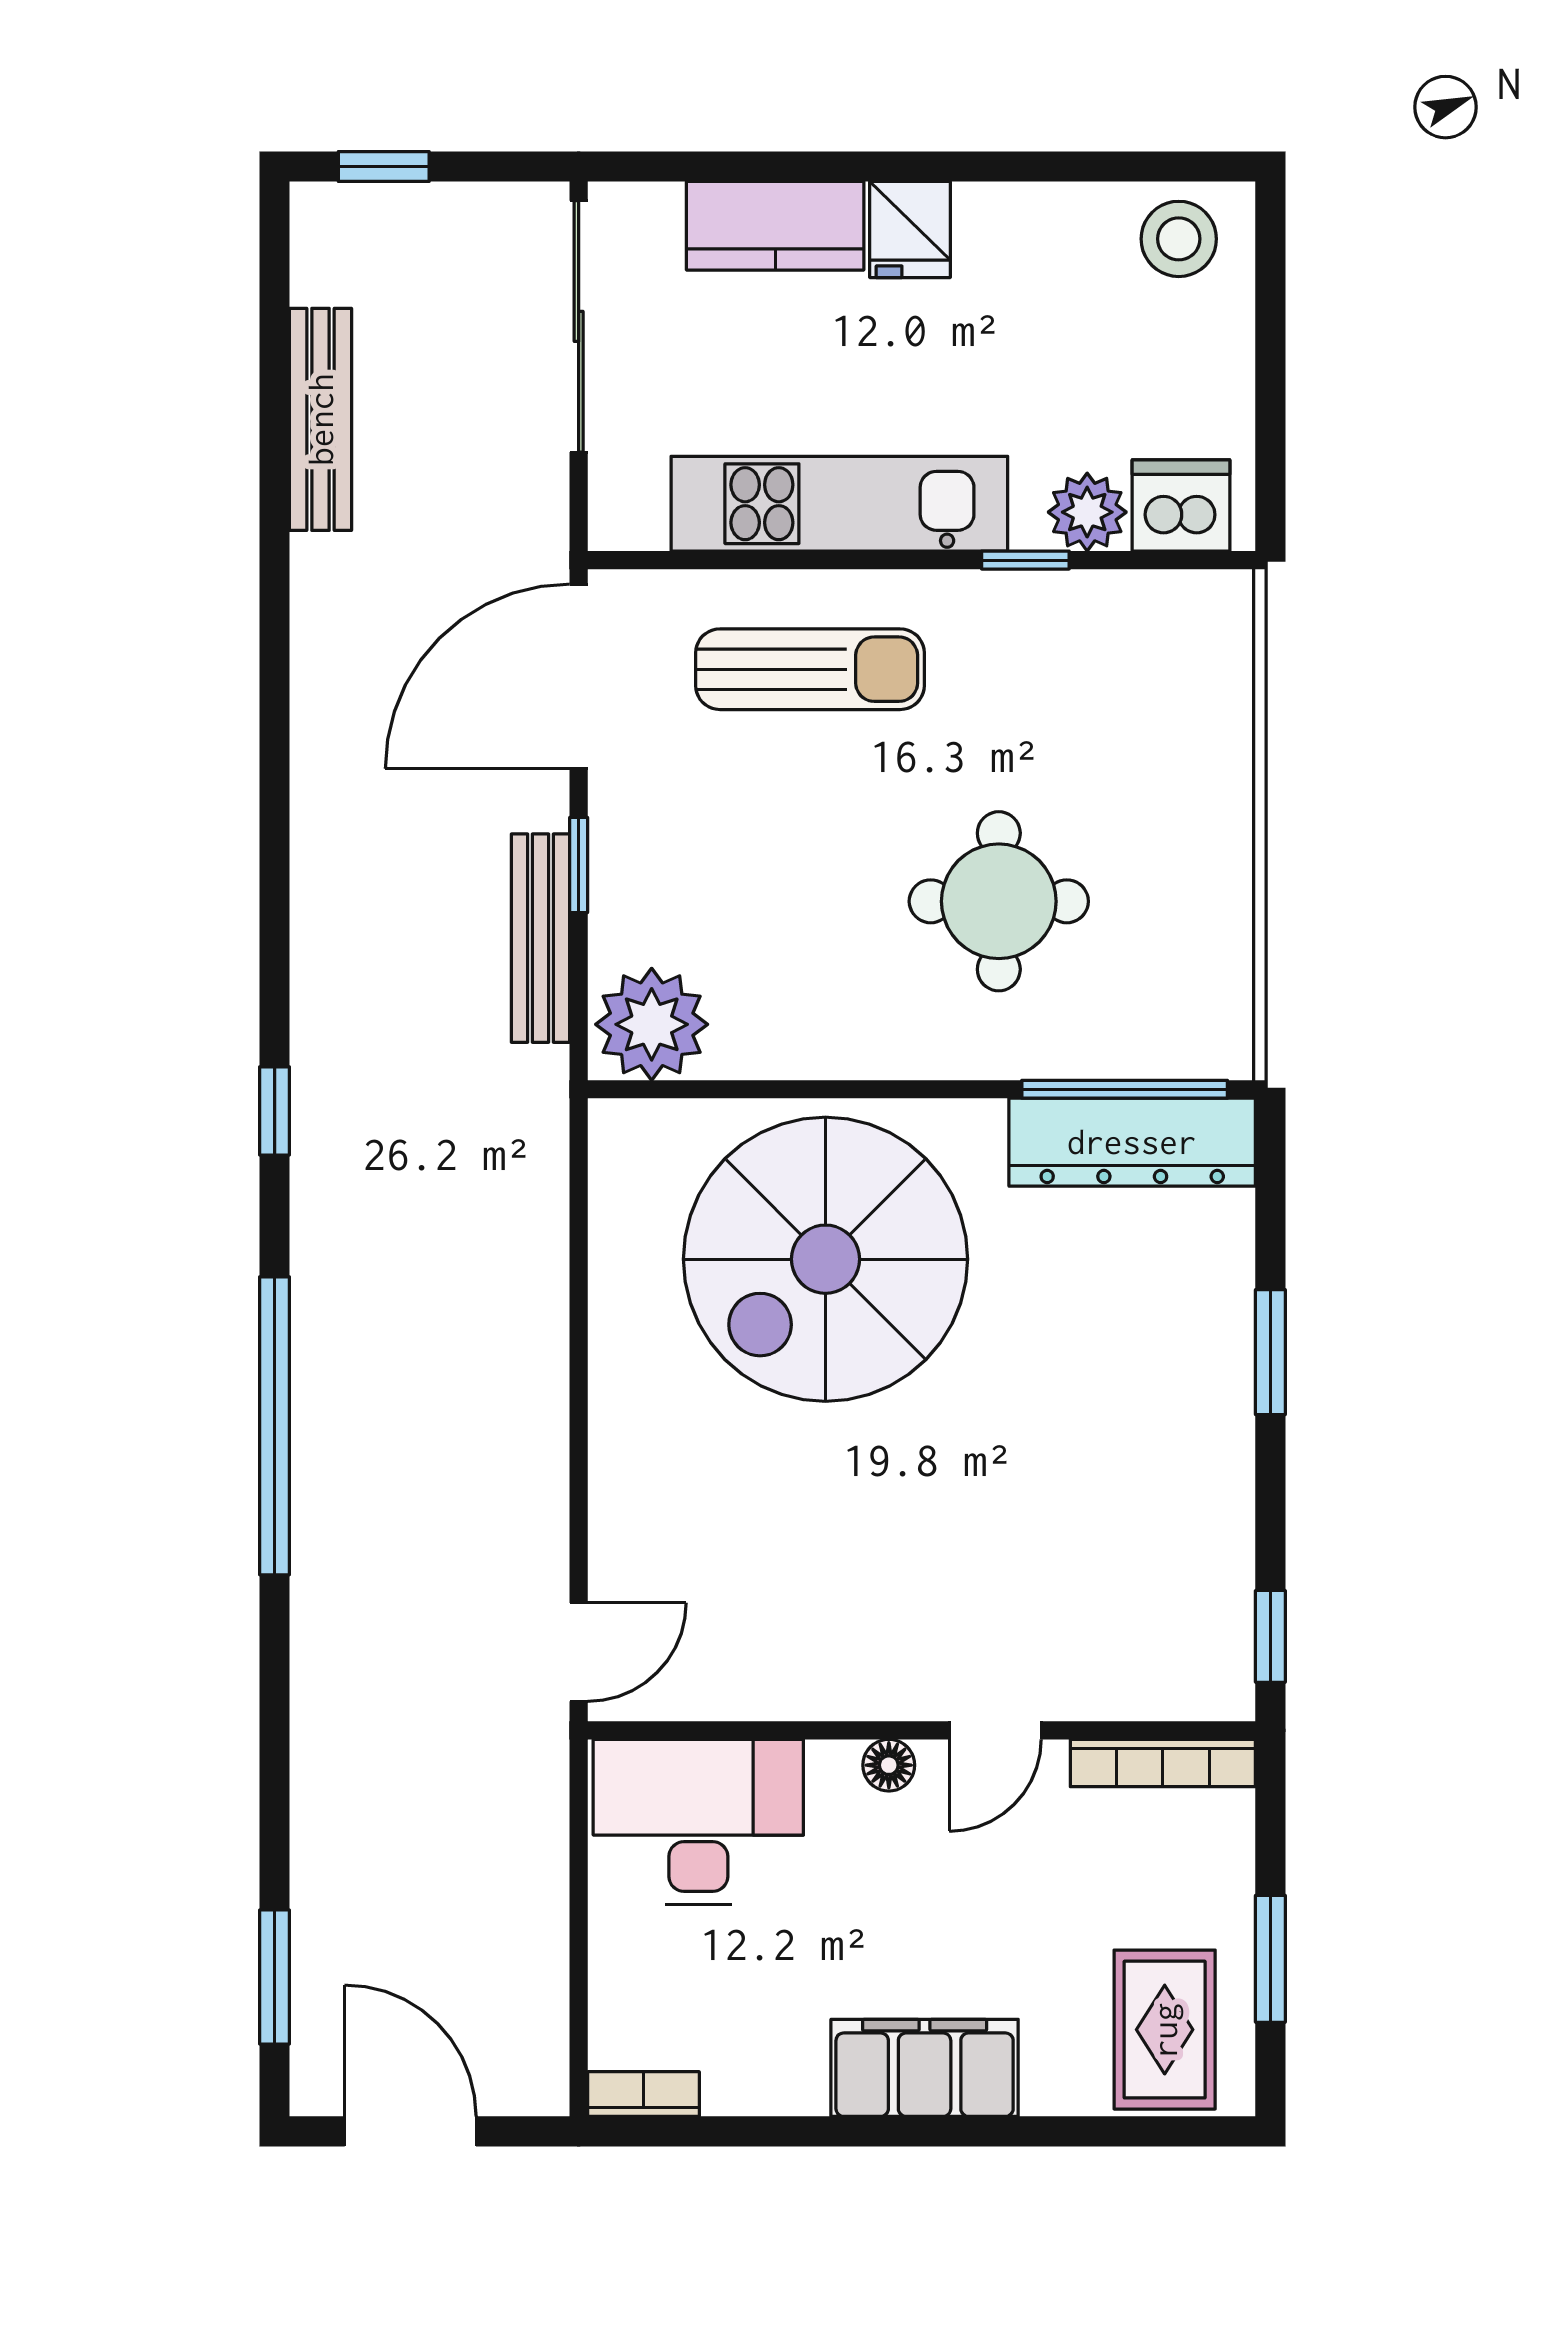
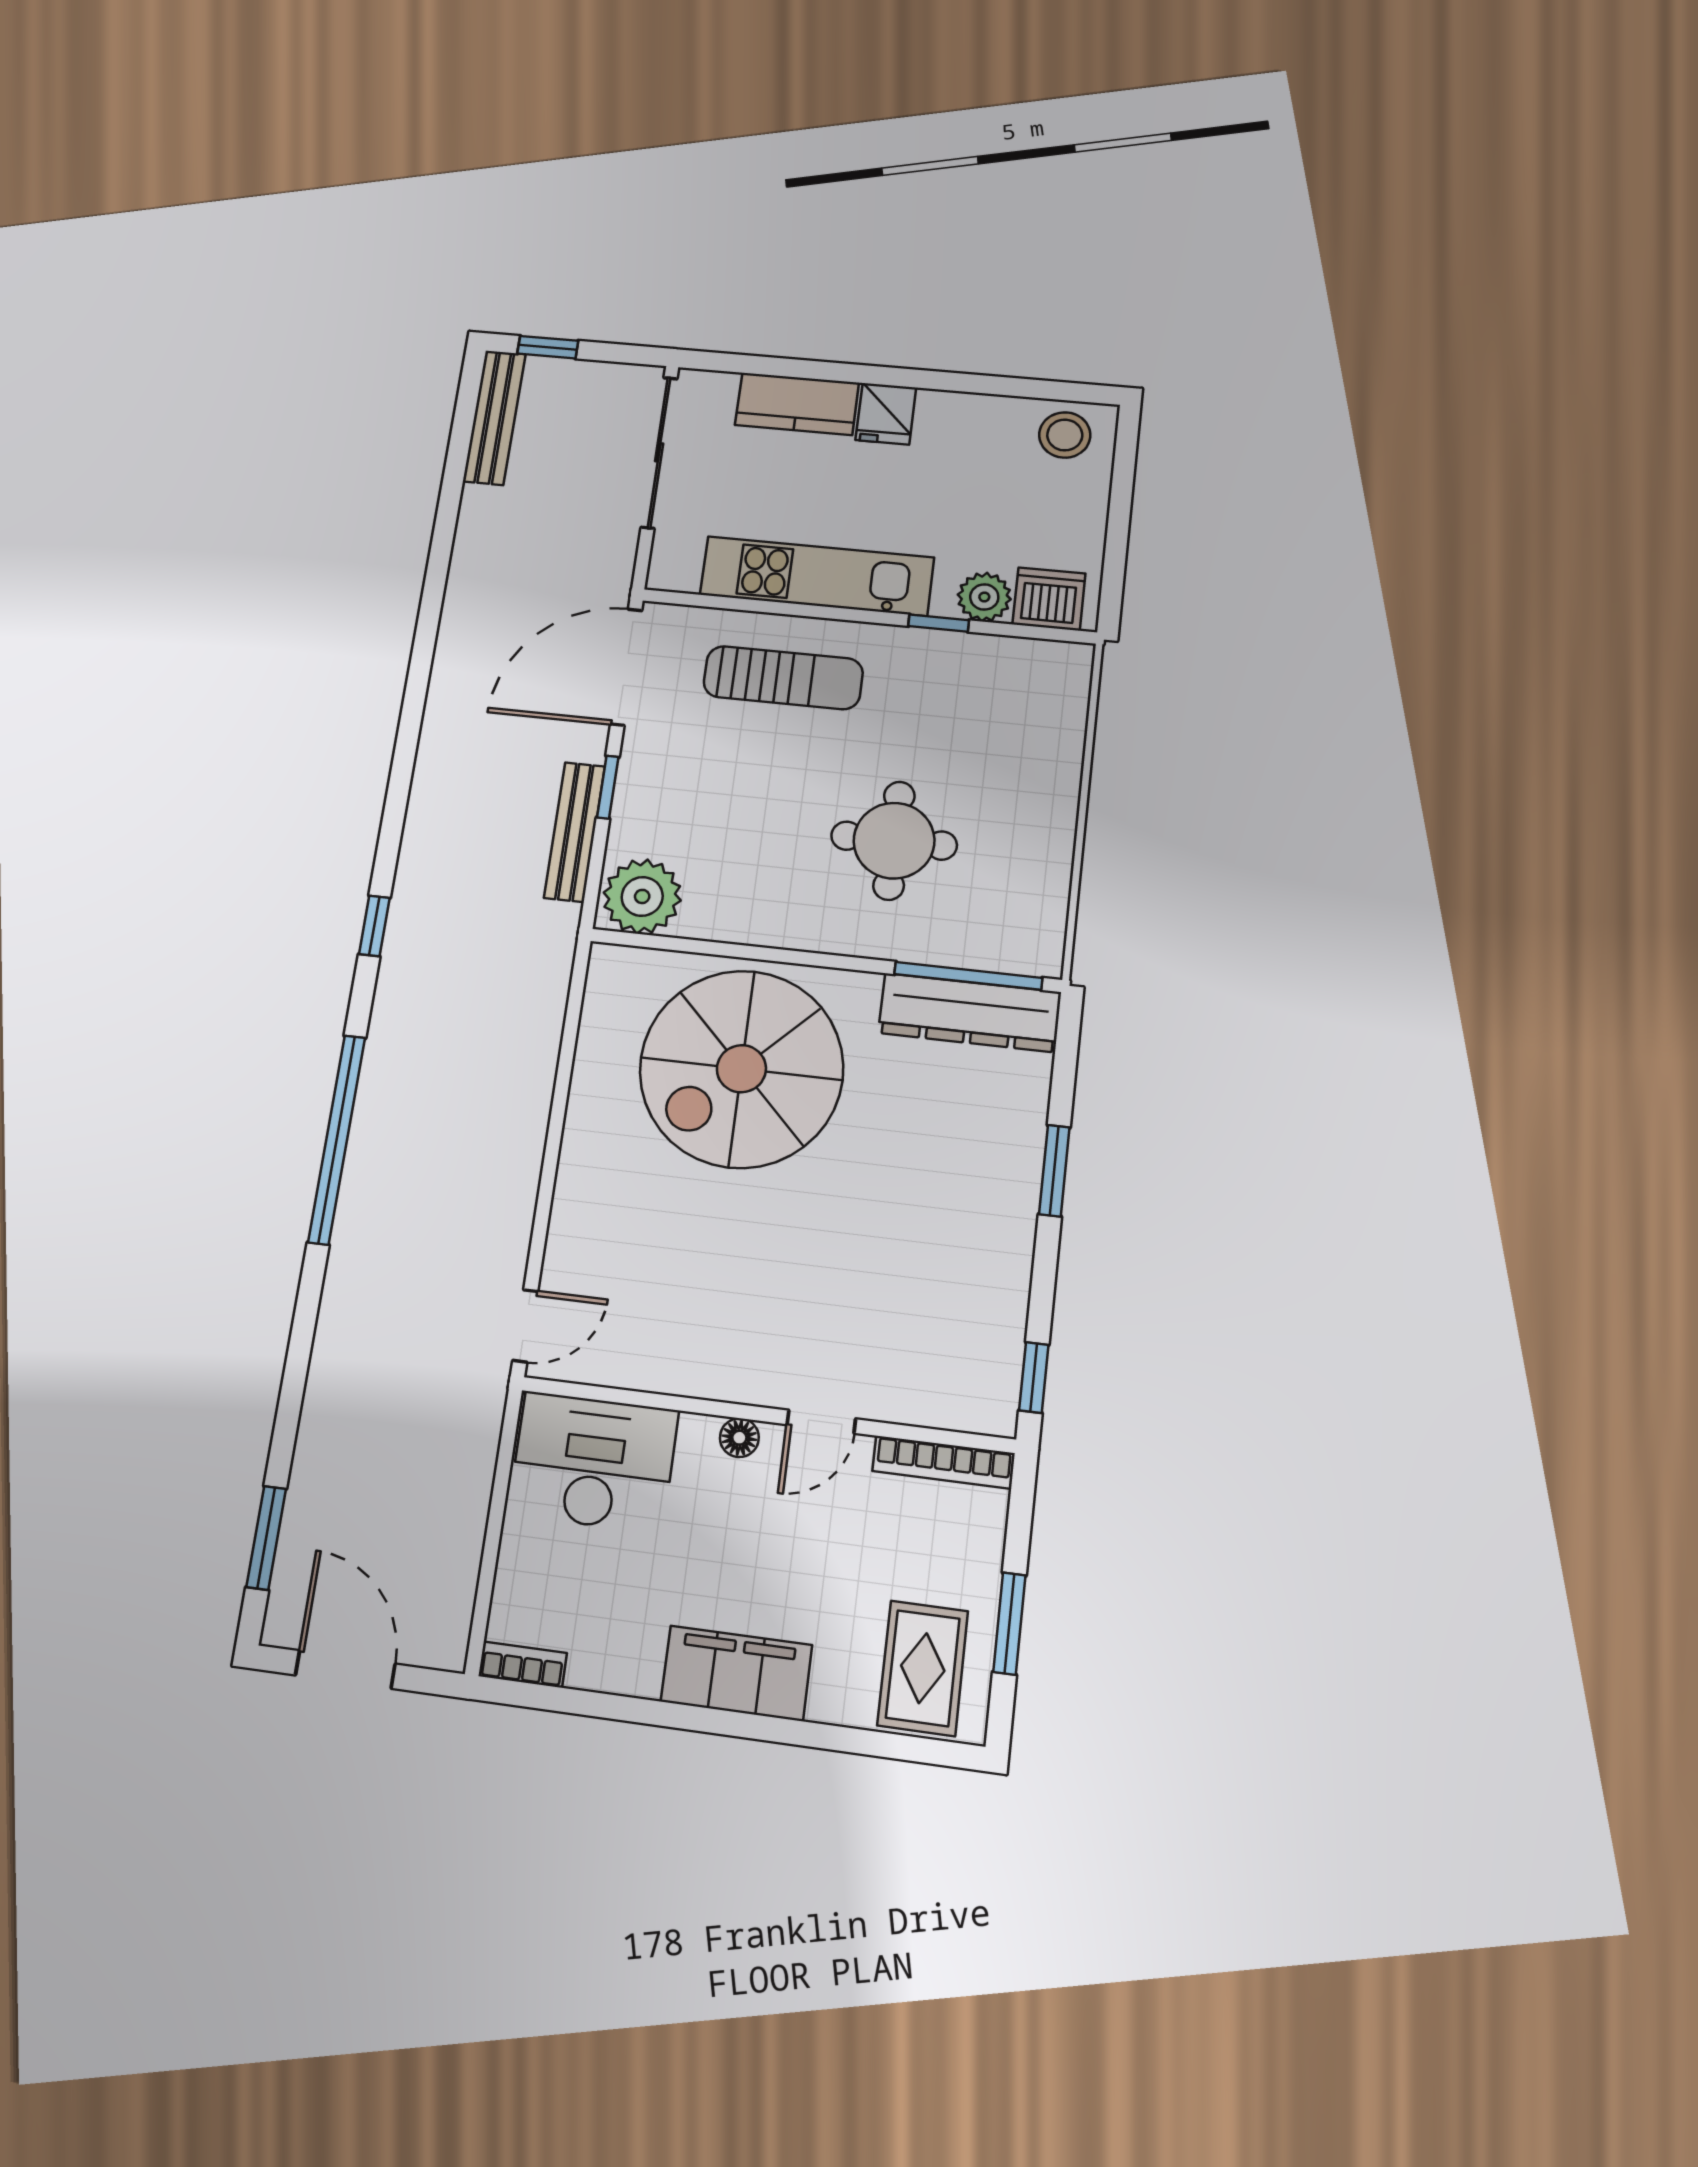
bench: (321, 419) -> (494, 417), moved

